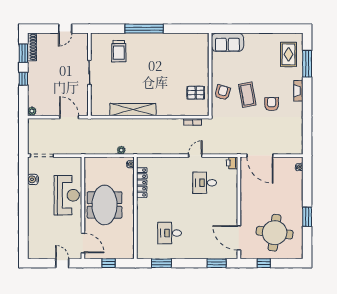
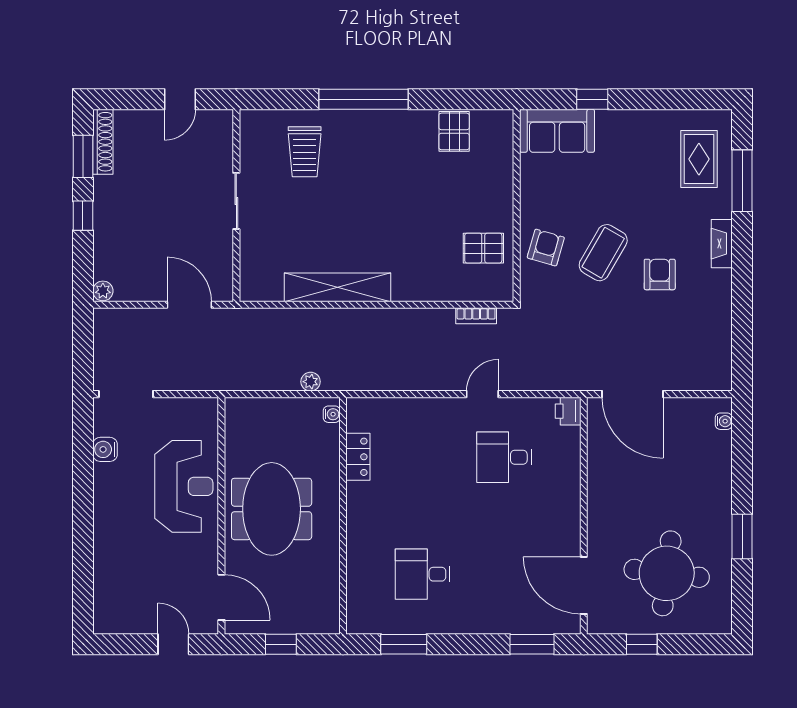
window: (243, 29) -> (592, 99), added
pallet: (183, 42) -> (454, 131), added
coffee table: (247, 95) -> (603, 253), turned 40
locker: (142, 183) -> (358, 457), width x0.66

